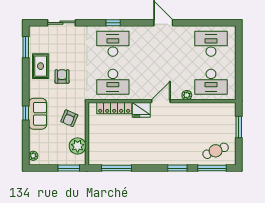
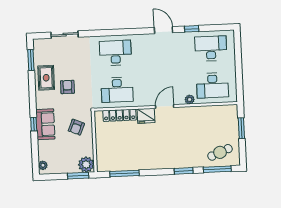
window: (113, 23) -> (192, 29), moved
plant: (78, 146) -> (86, 164), moved

